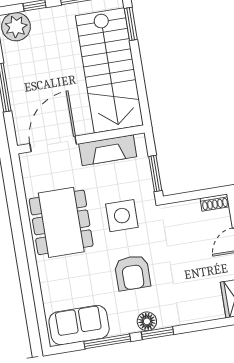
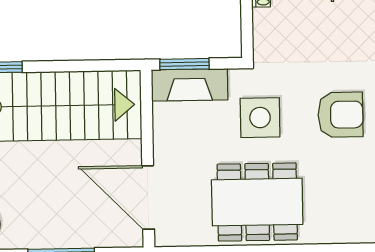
fireplace: (108, 150) -> (189, 85), moved, turned 90
window: (155, 173) -> (184, 64), moved

